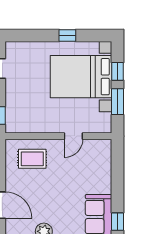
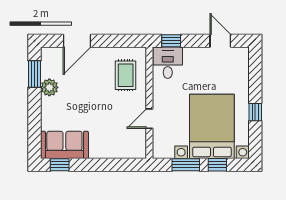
desk: (20, 119) -> (168, 63), added
door: (73, 136) -> (149, 119), hinge flipped

